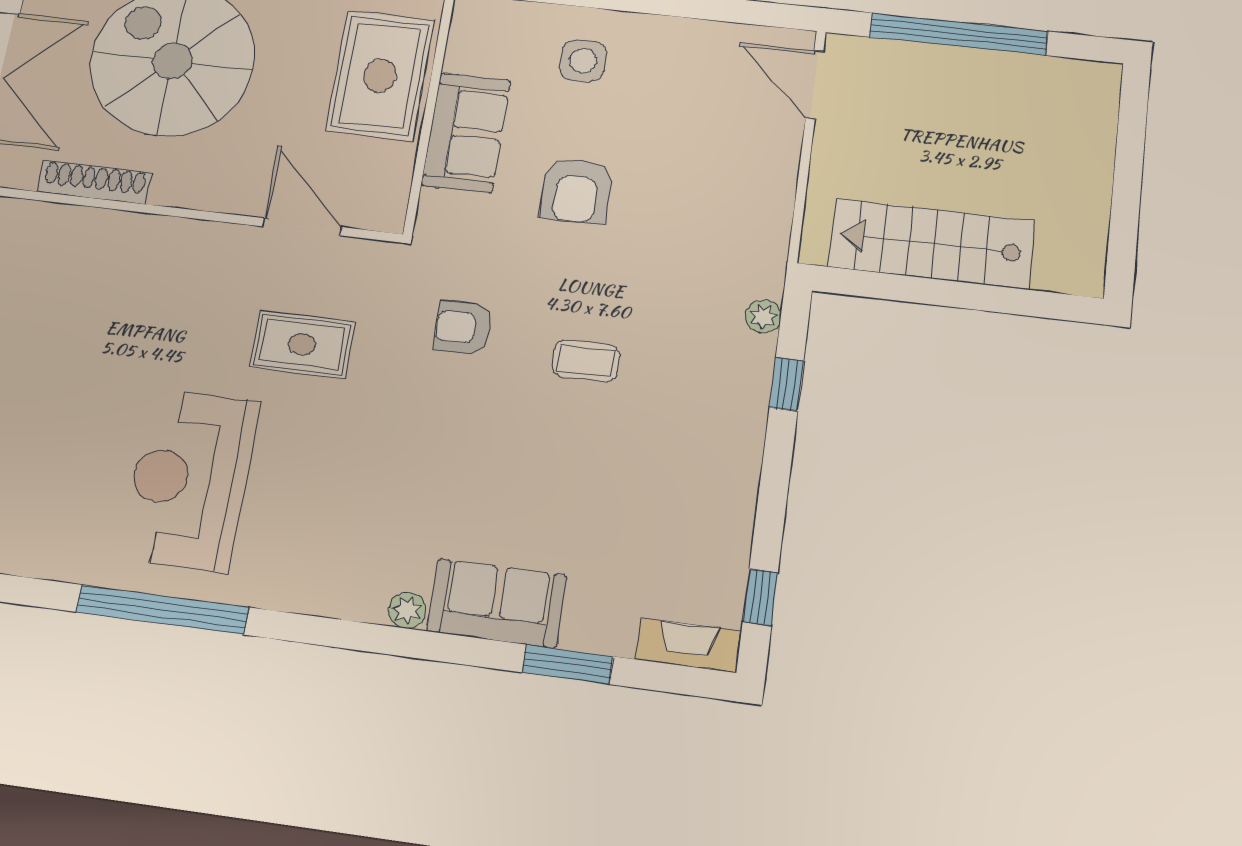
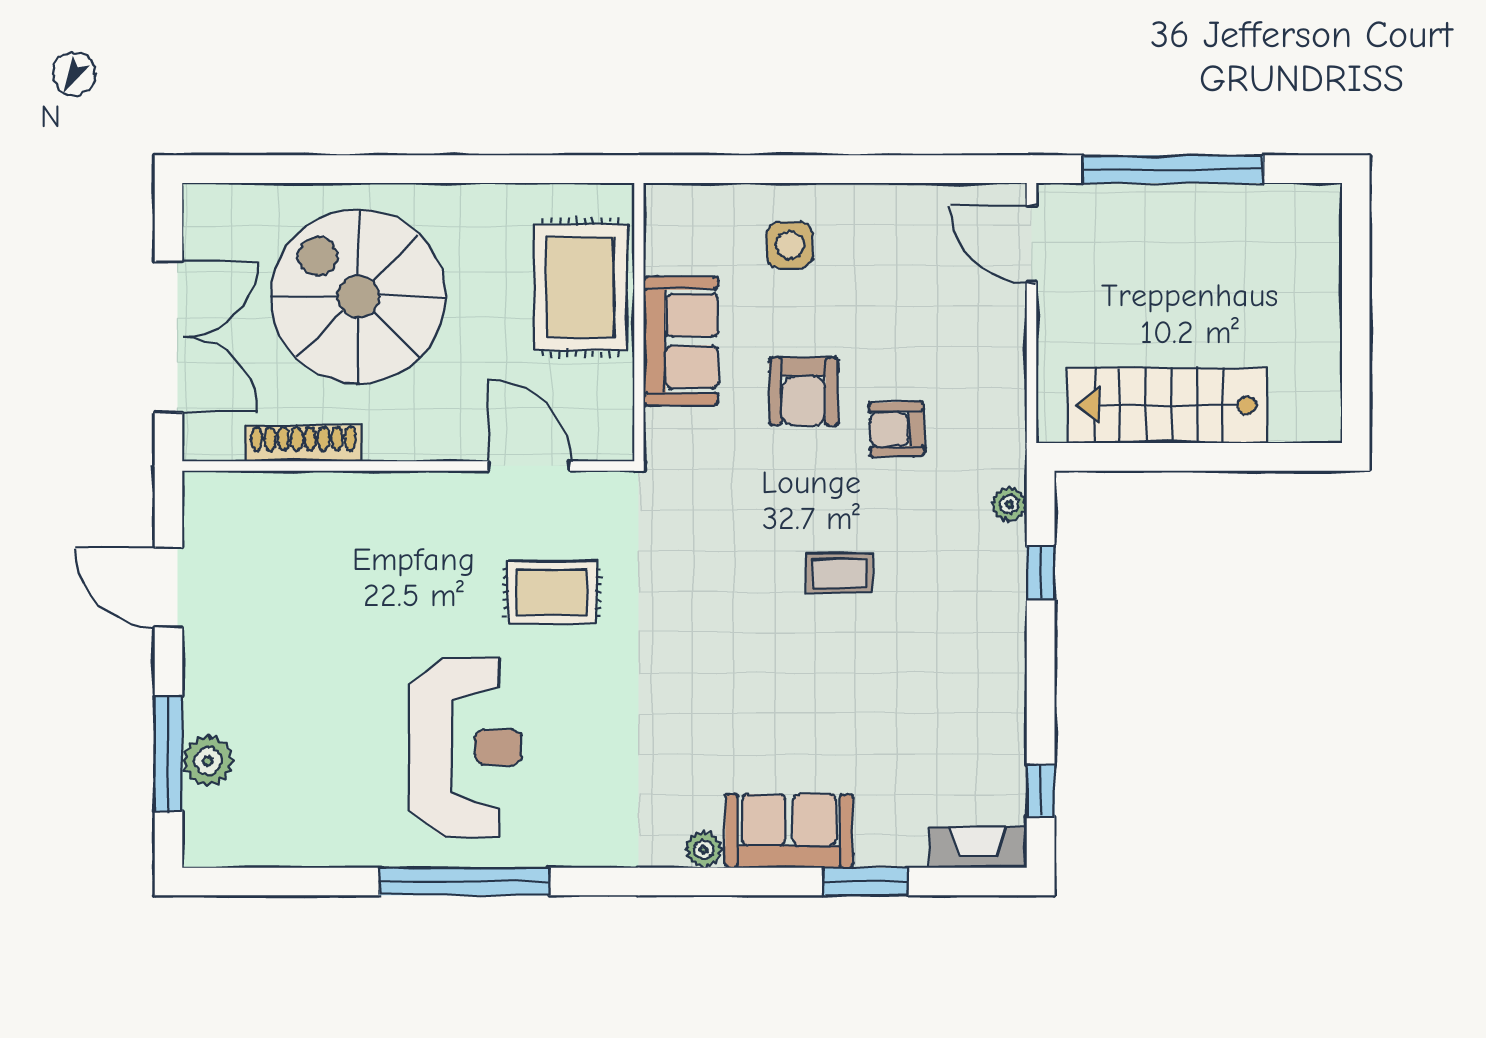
armchair: (463, 327) -> (897, 429), moved
reception desk: (190, 479) -> (465, 747), turned 180

